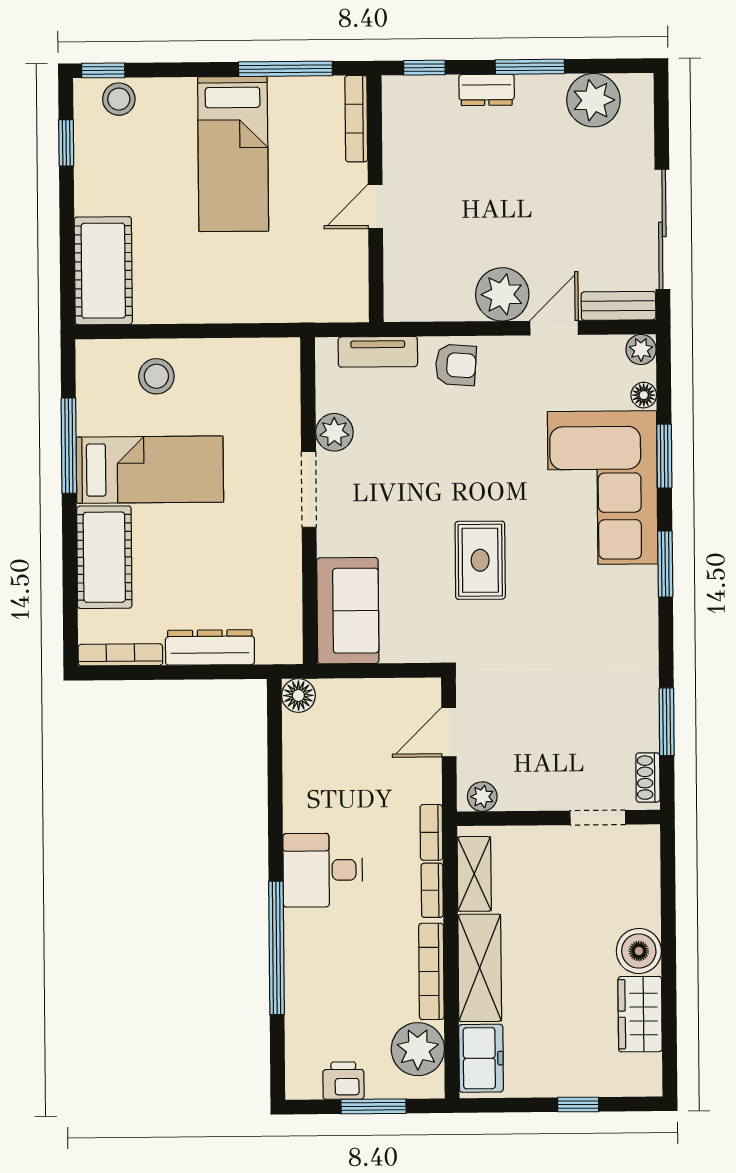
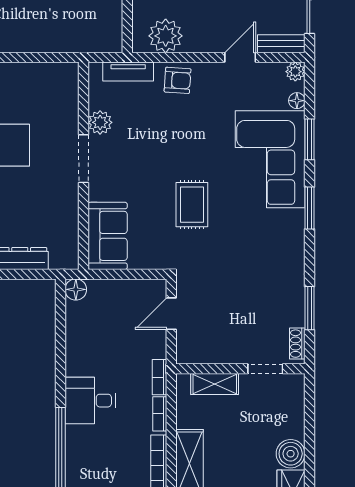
plant: (502, 294) -> (166, 36), moved
plant: (482, 797) -> (192, 355), removed
shelving: (474, 874) -> (215, 384), moved, turned 90

